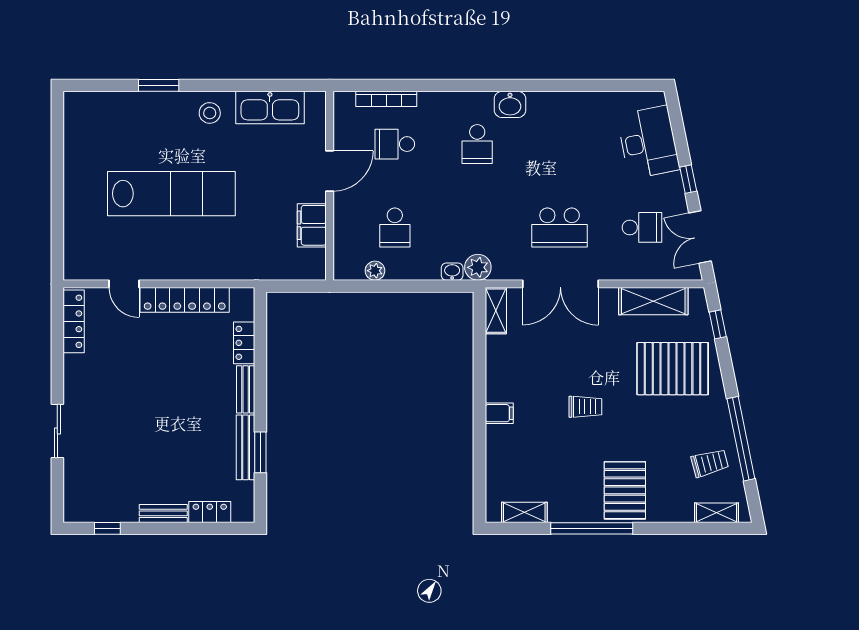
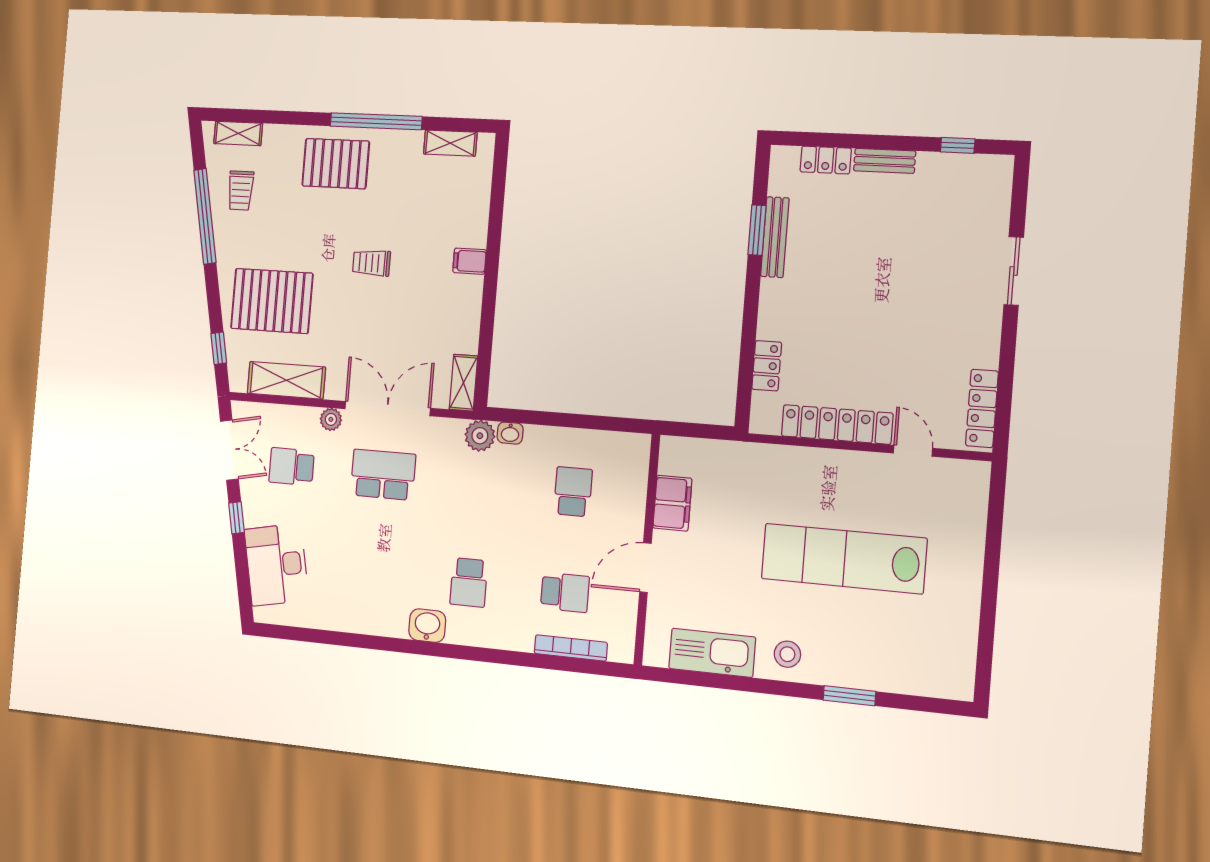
school desk: (477, 144) -> (469, 582), turned 180
plant: (375, 271) -> (331, 419), moved
bench: (246, 389) -> (769, 308), removed
trolley: (710, 463) -> (241, 190), turned -75
pallet: (625, 490) -> (336, 164), turned 90

